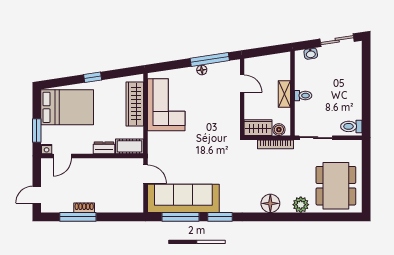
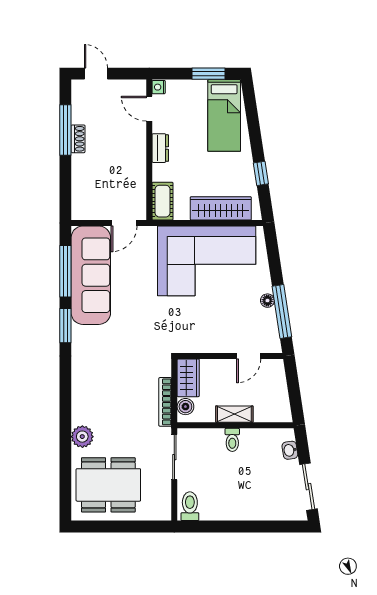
window: (93, 77) -> (261, 173), moved
corner sofa: (166, 105) -> (207, 261), width x1.36, depth x1.36
bed: (67, 107) -> (224, 115), width x0.67
window: (37, 130) -> (209, 74), moved
dresser: (104, 148) -> (160, 148), moved
floor lamp: (270, 203) -> (84, 395), removed

